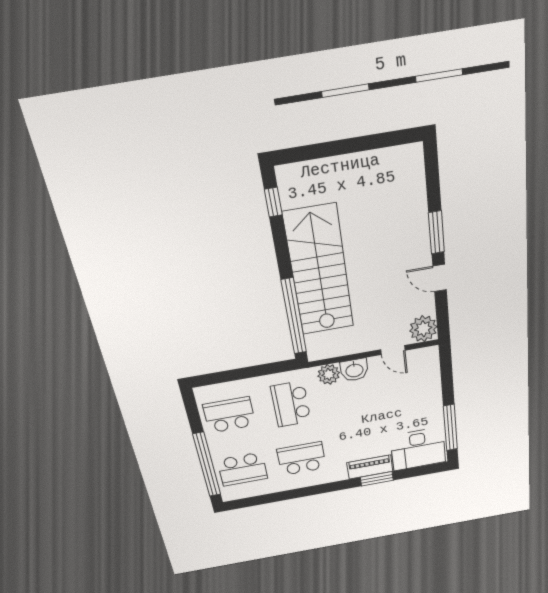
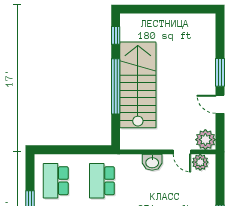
window: (294, 316) -> (116, 86), moved
plant: (329, 374) -> (200, 162), moved
school desk: (229, 415) -> (56, 181), turned -90

